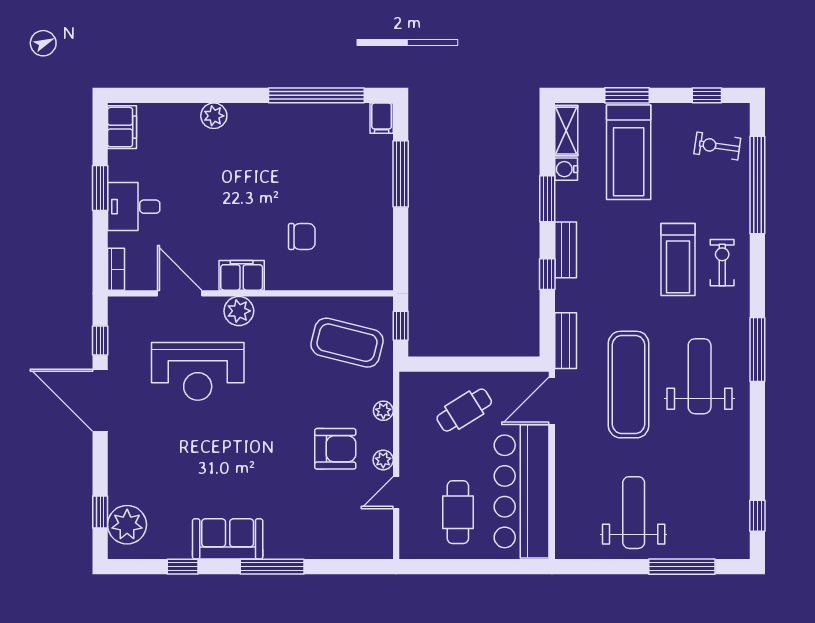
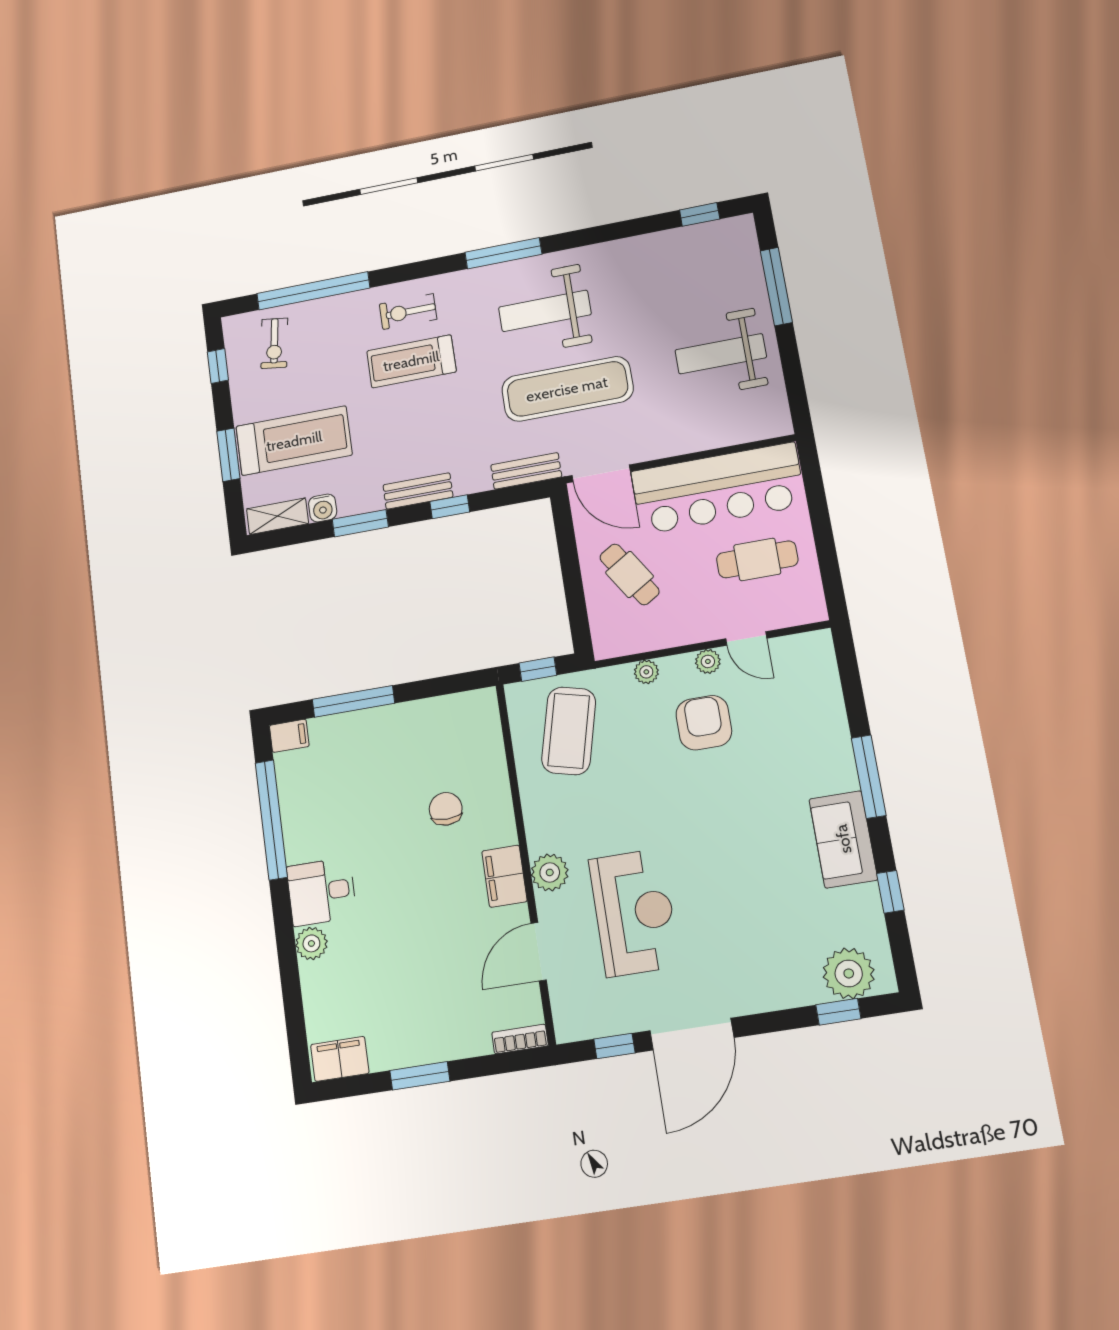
desk: (134, 207) -> (322, 892), moved, turned 90
treadmill: (678, 260) -> (411, 361), turned 180

